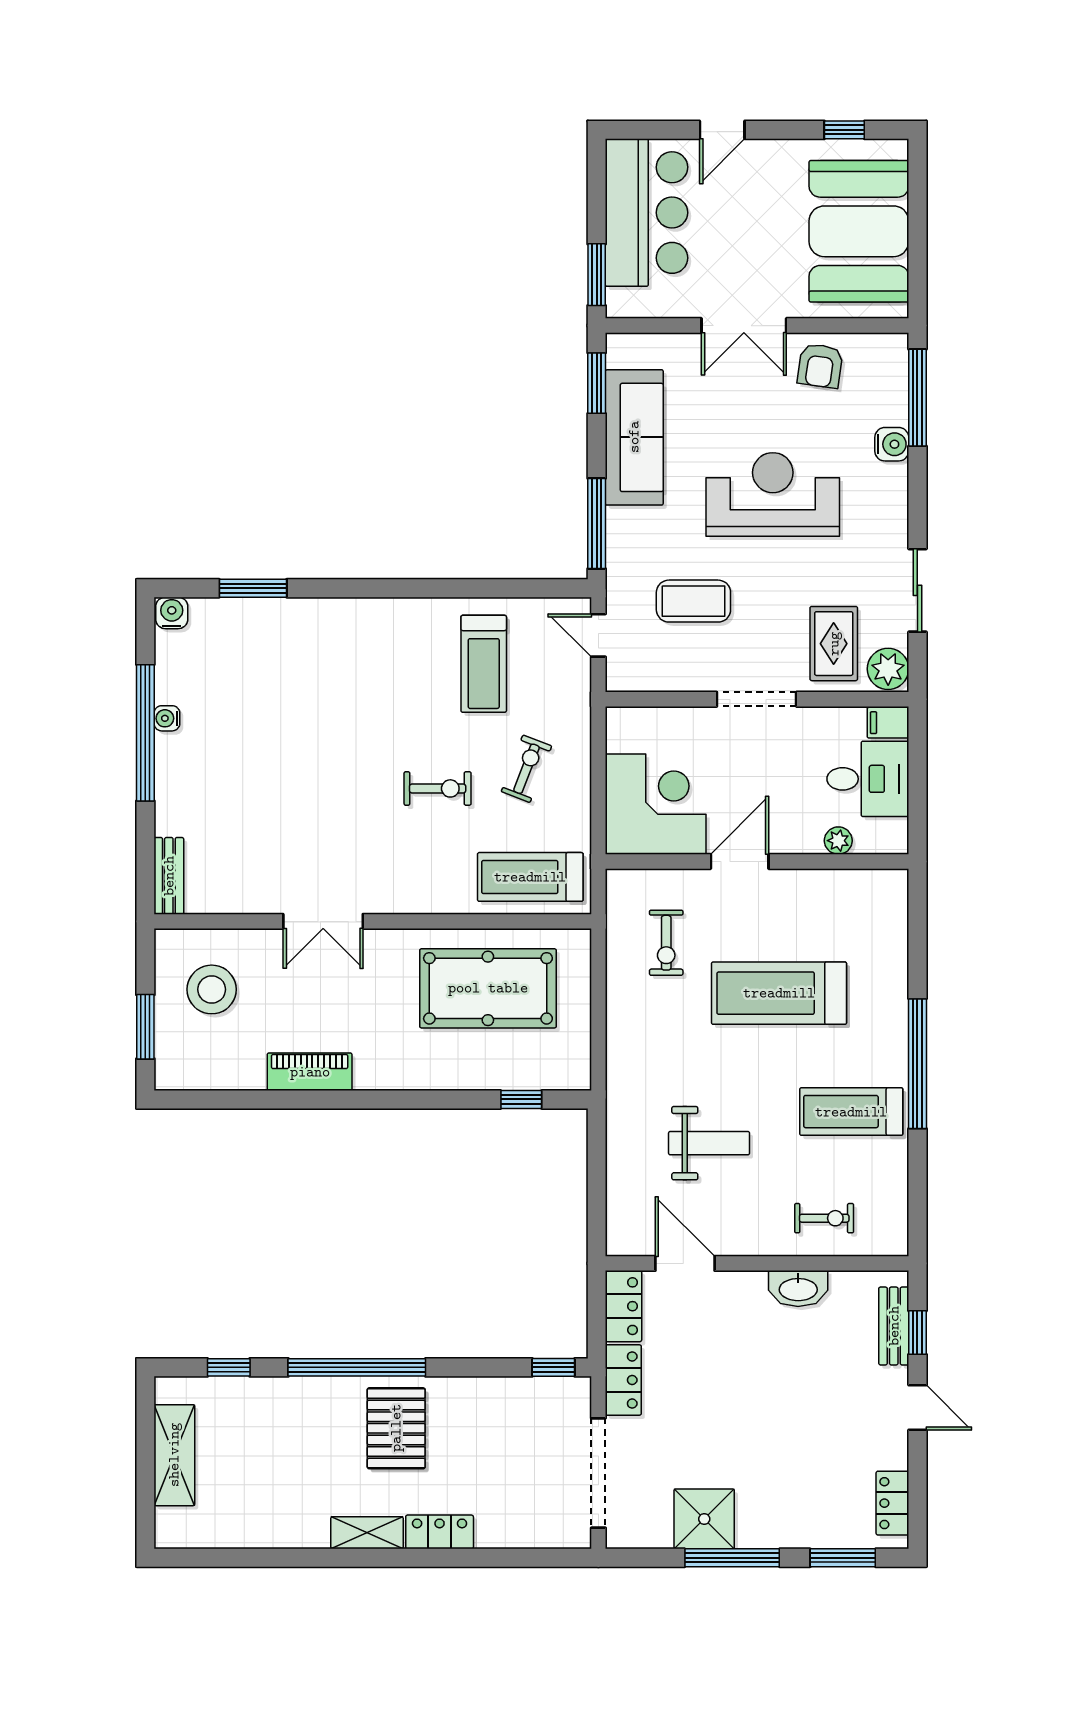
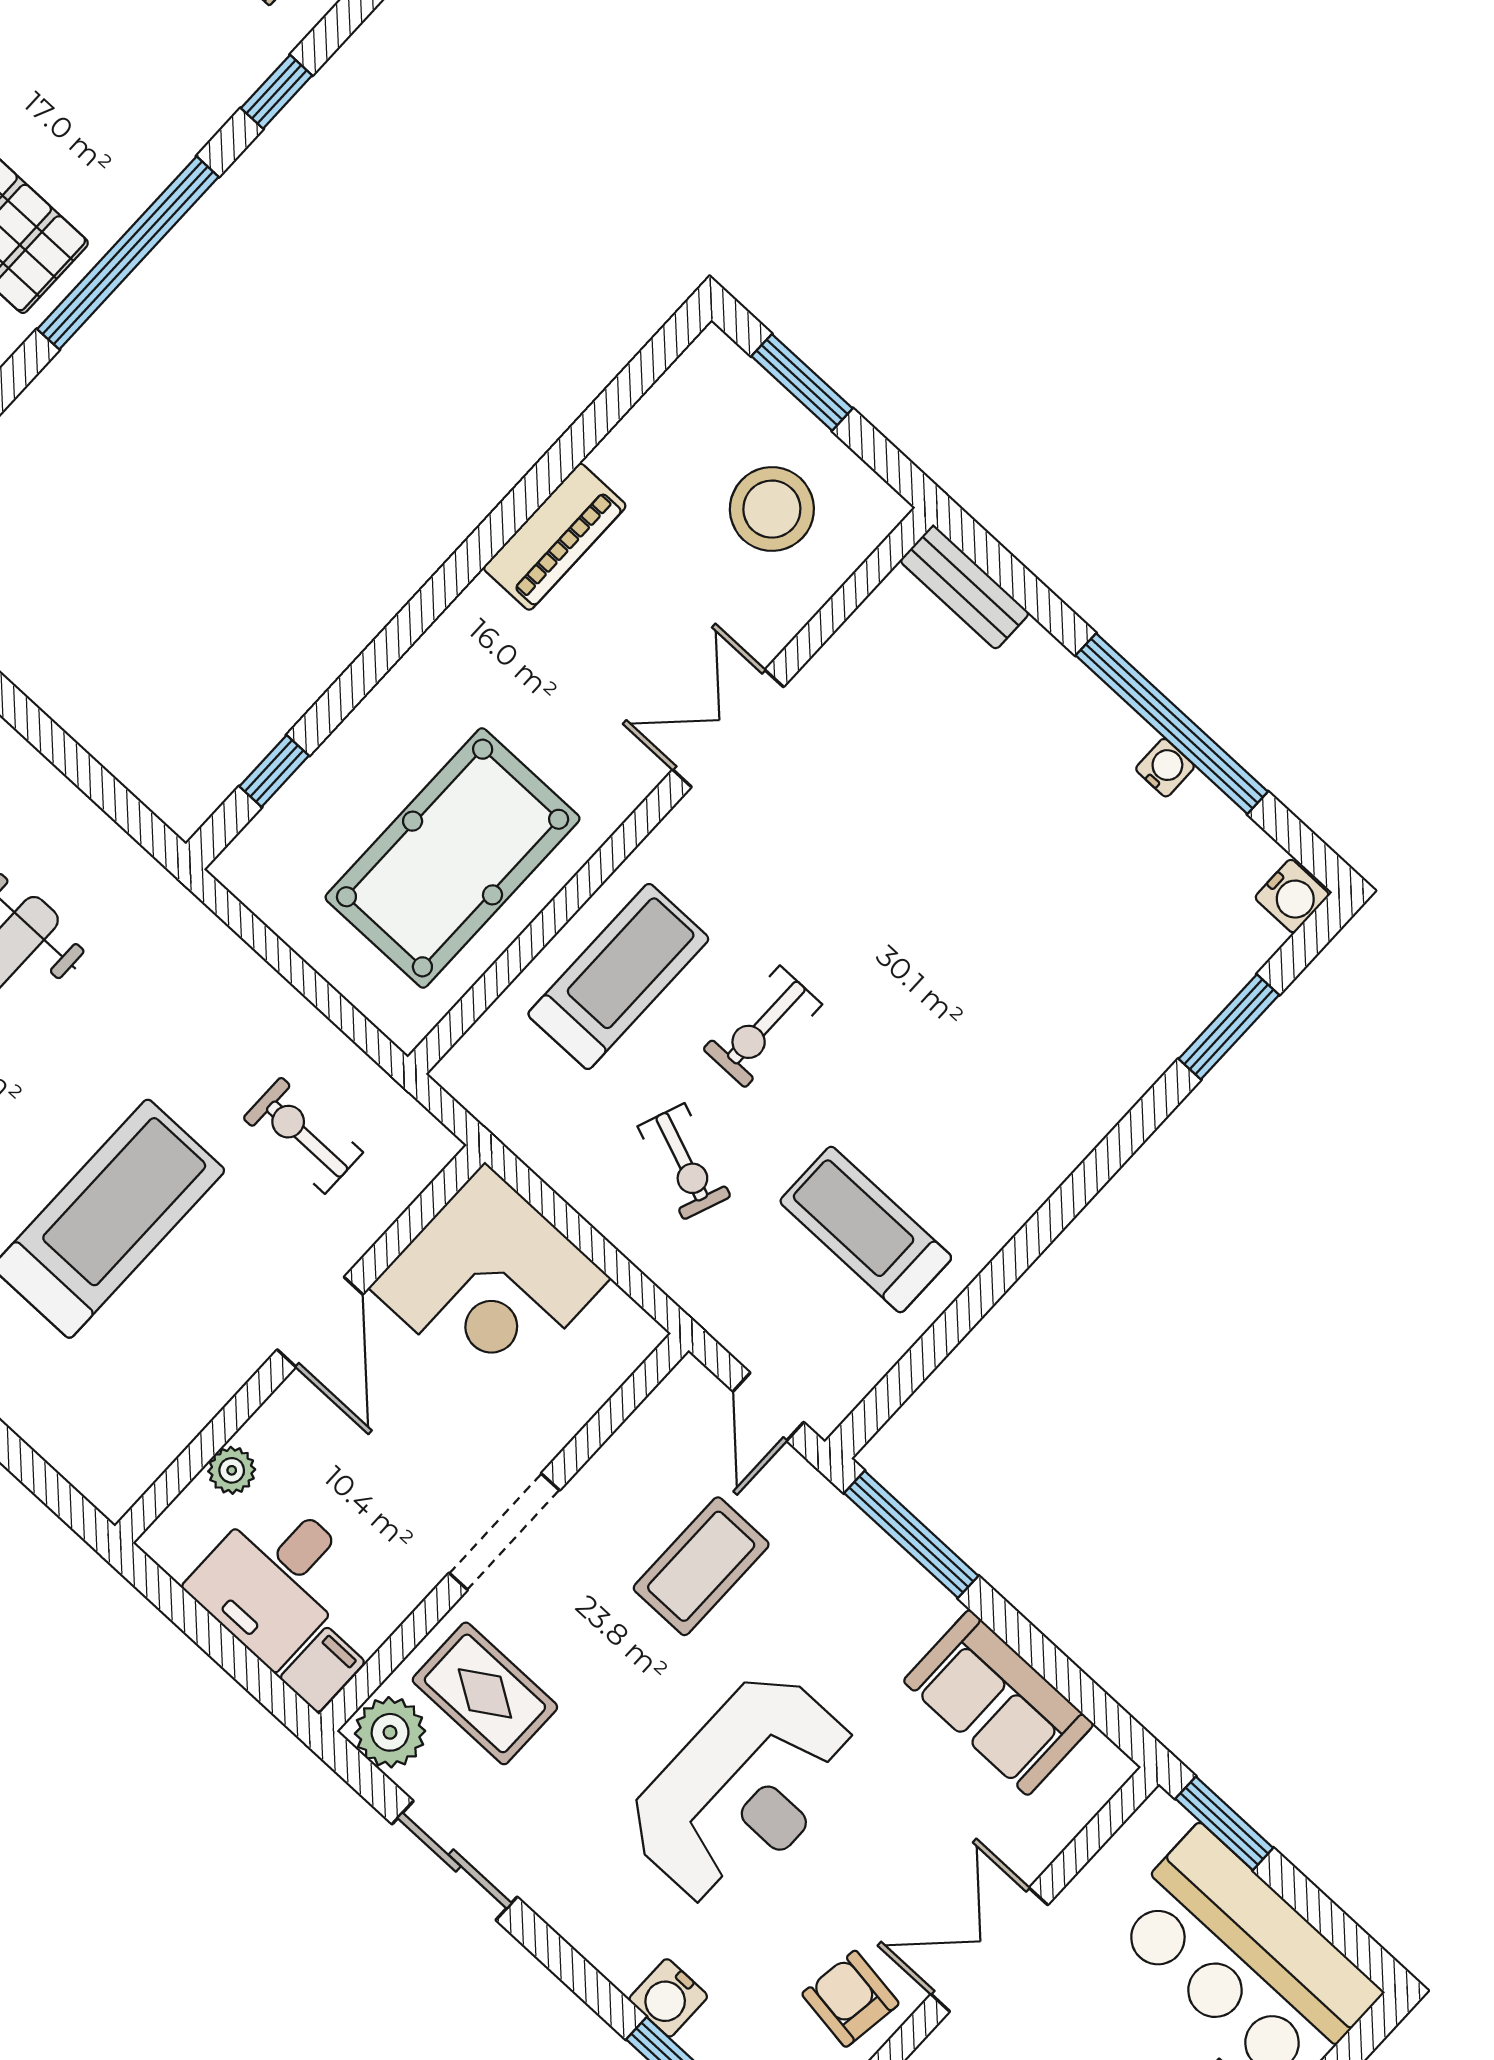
window: (597, 383) -> (1088, 1697), removed
sofa: (634, 437) -> (998, 1703), width x0.73
door: (598, 635) -> (768, 1407), swing flipped
treadmill: (530, 877) -> (618, 976), moved

